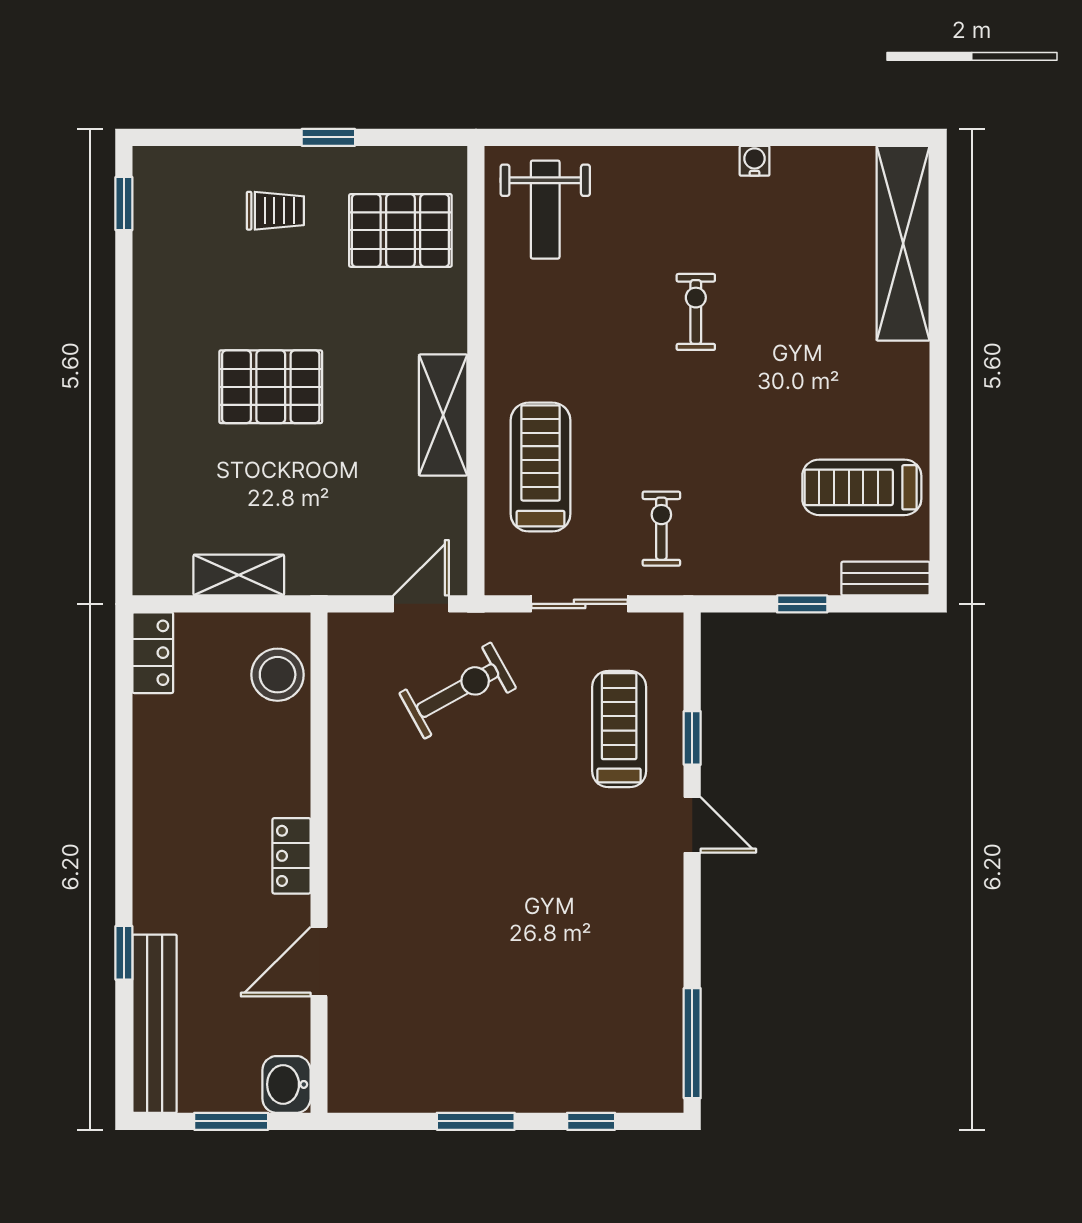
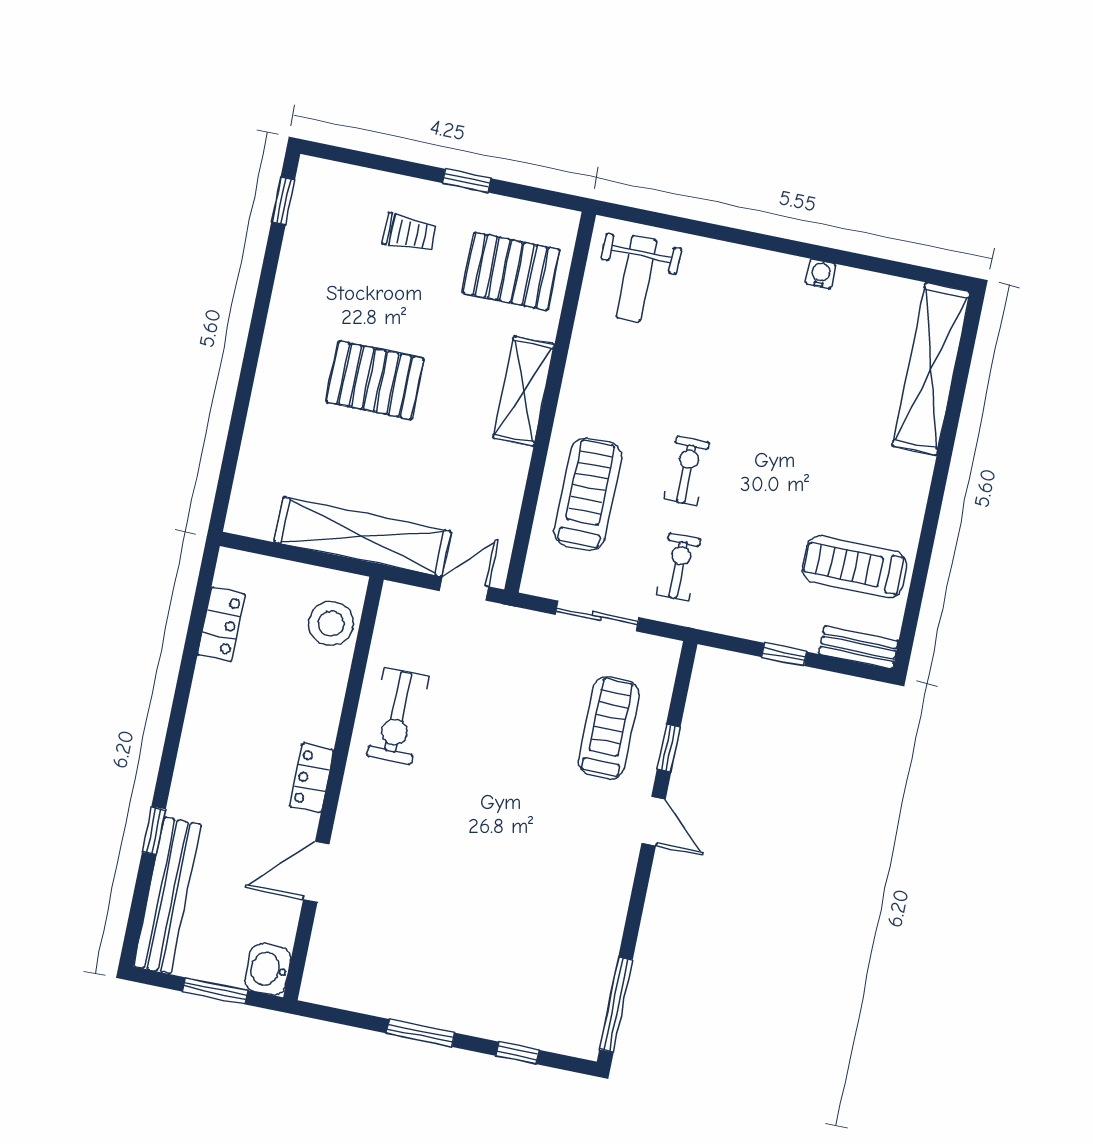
exercise bike: (696, 312) -> (687, 471), moved
shelving: (443, 415) -> (524, 391), moved
shelving: (239, 575) -> (363, 537), width x2.20, depth x1.33
locker: (153, 653) -> (221, 624), moved
exercise bike: (458, 691) -> (398, 716), moved, turned 119

